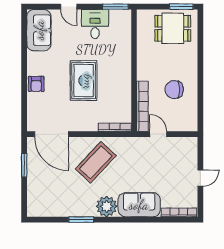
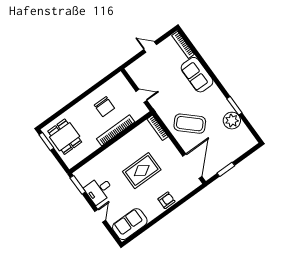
bookcase: (142, 106) -> (116, 130), moved
door: (158, 134) -> (141, 96), swing flipped
plant: (107, 206) -> (232, 121), moved

